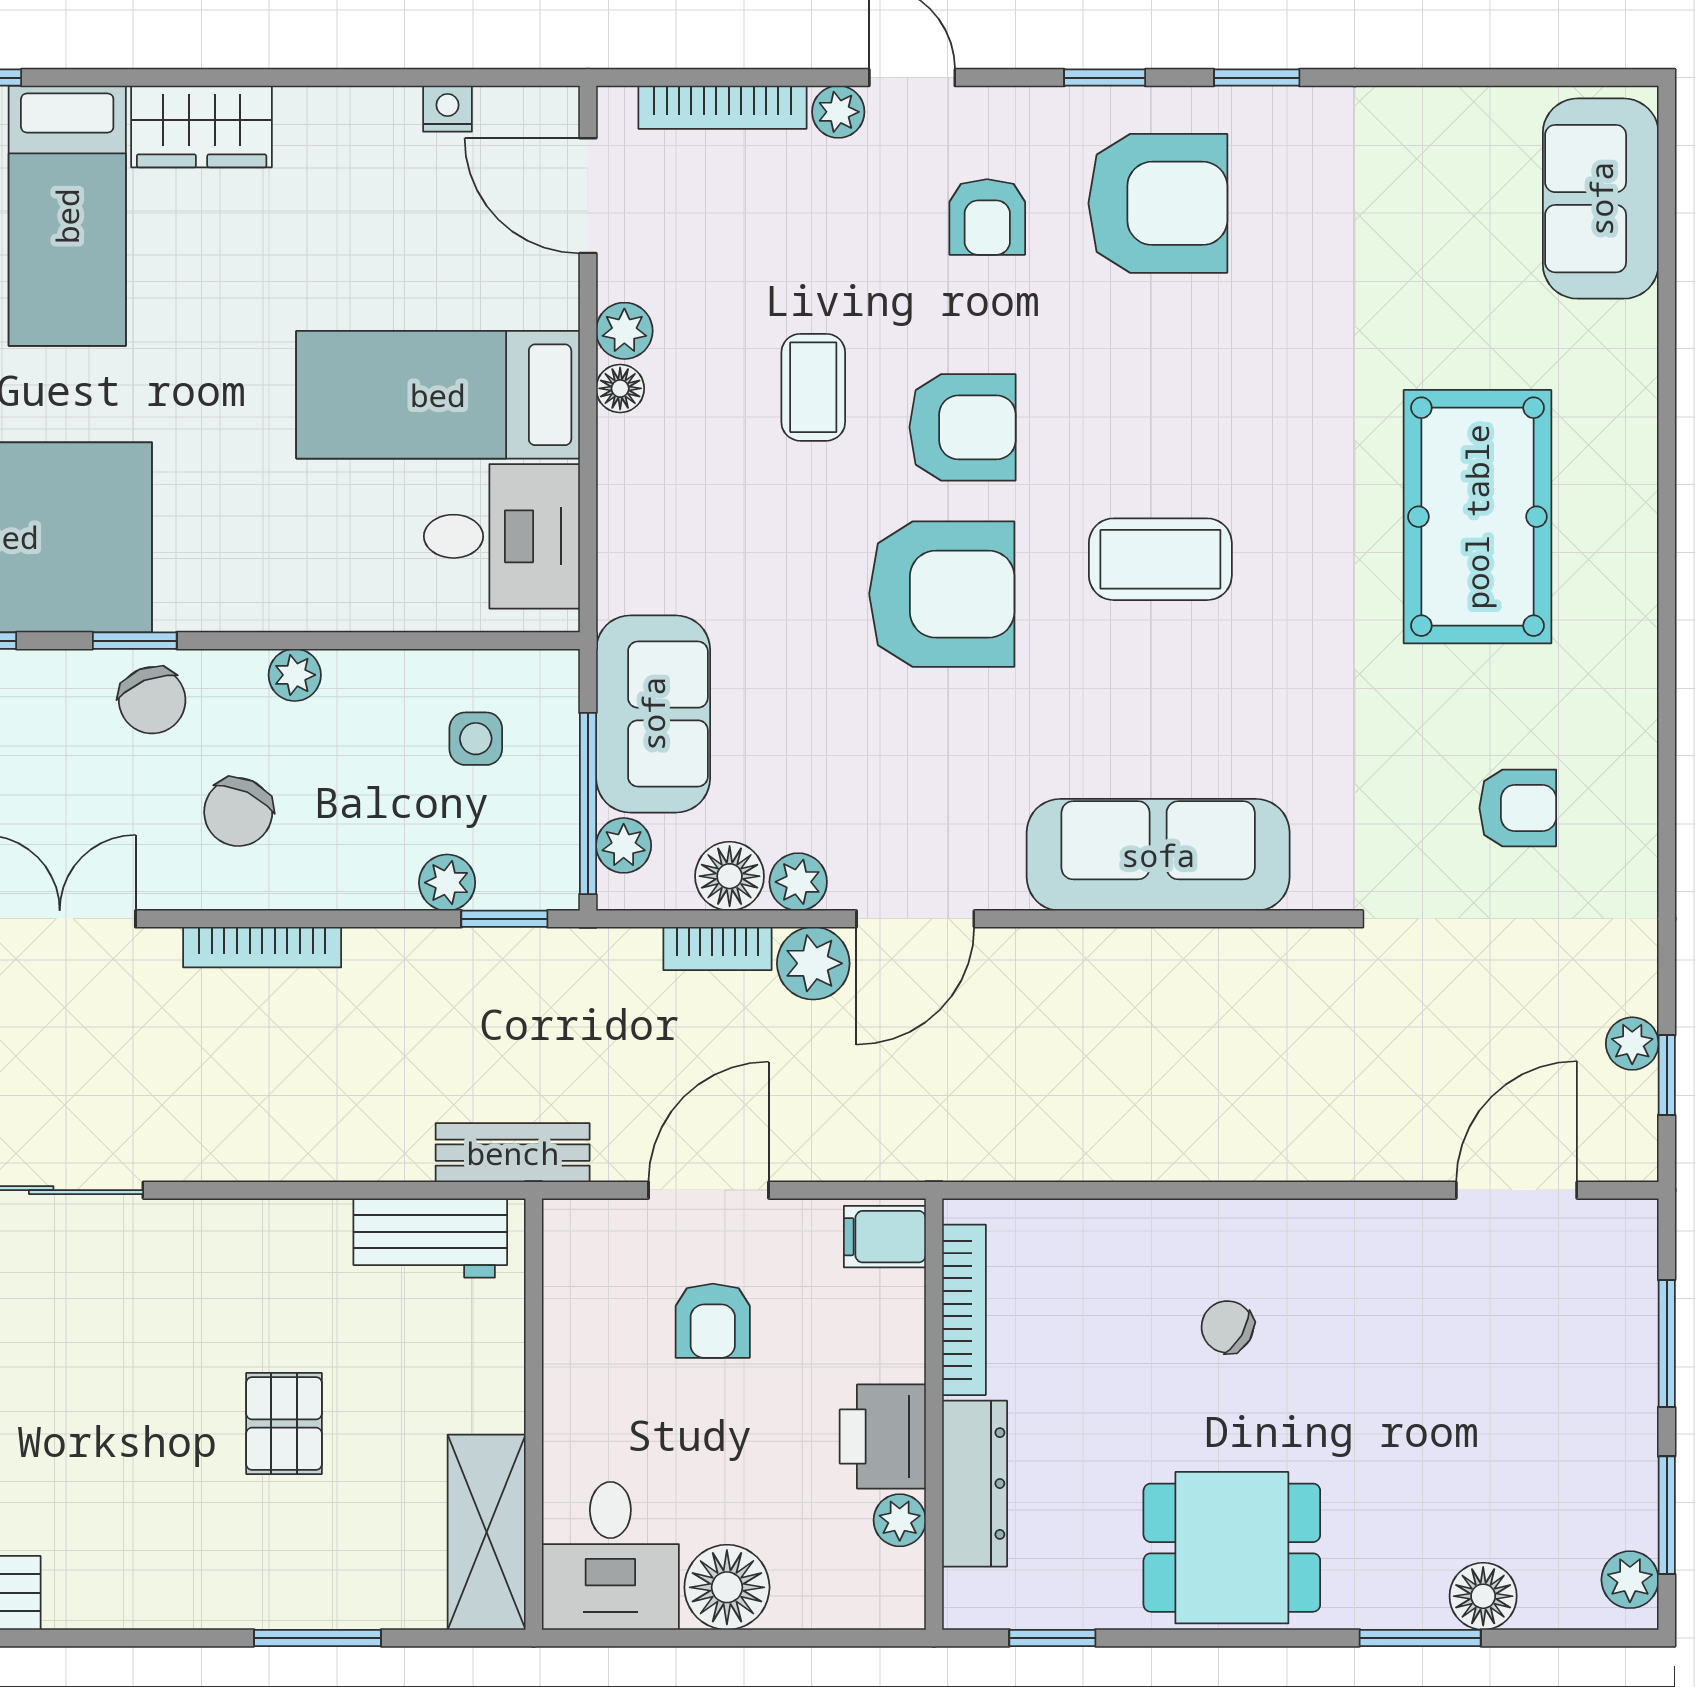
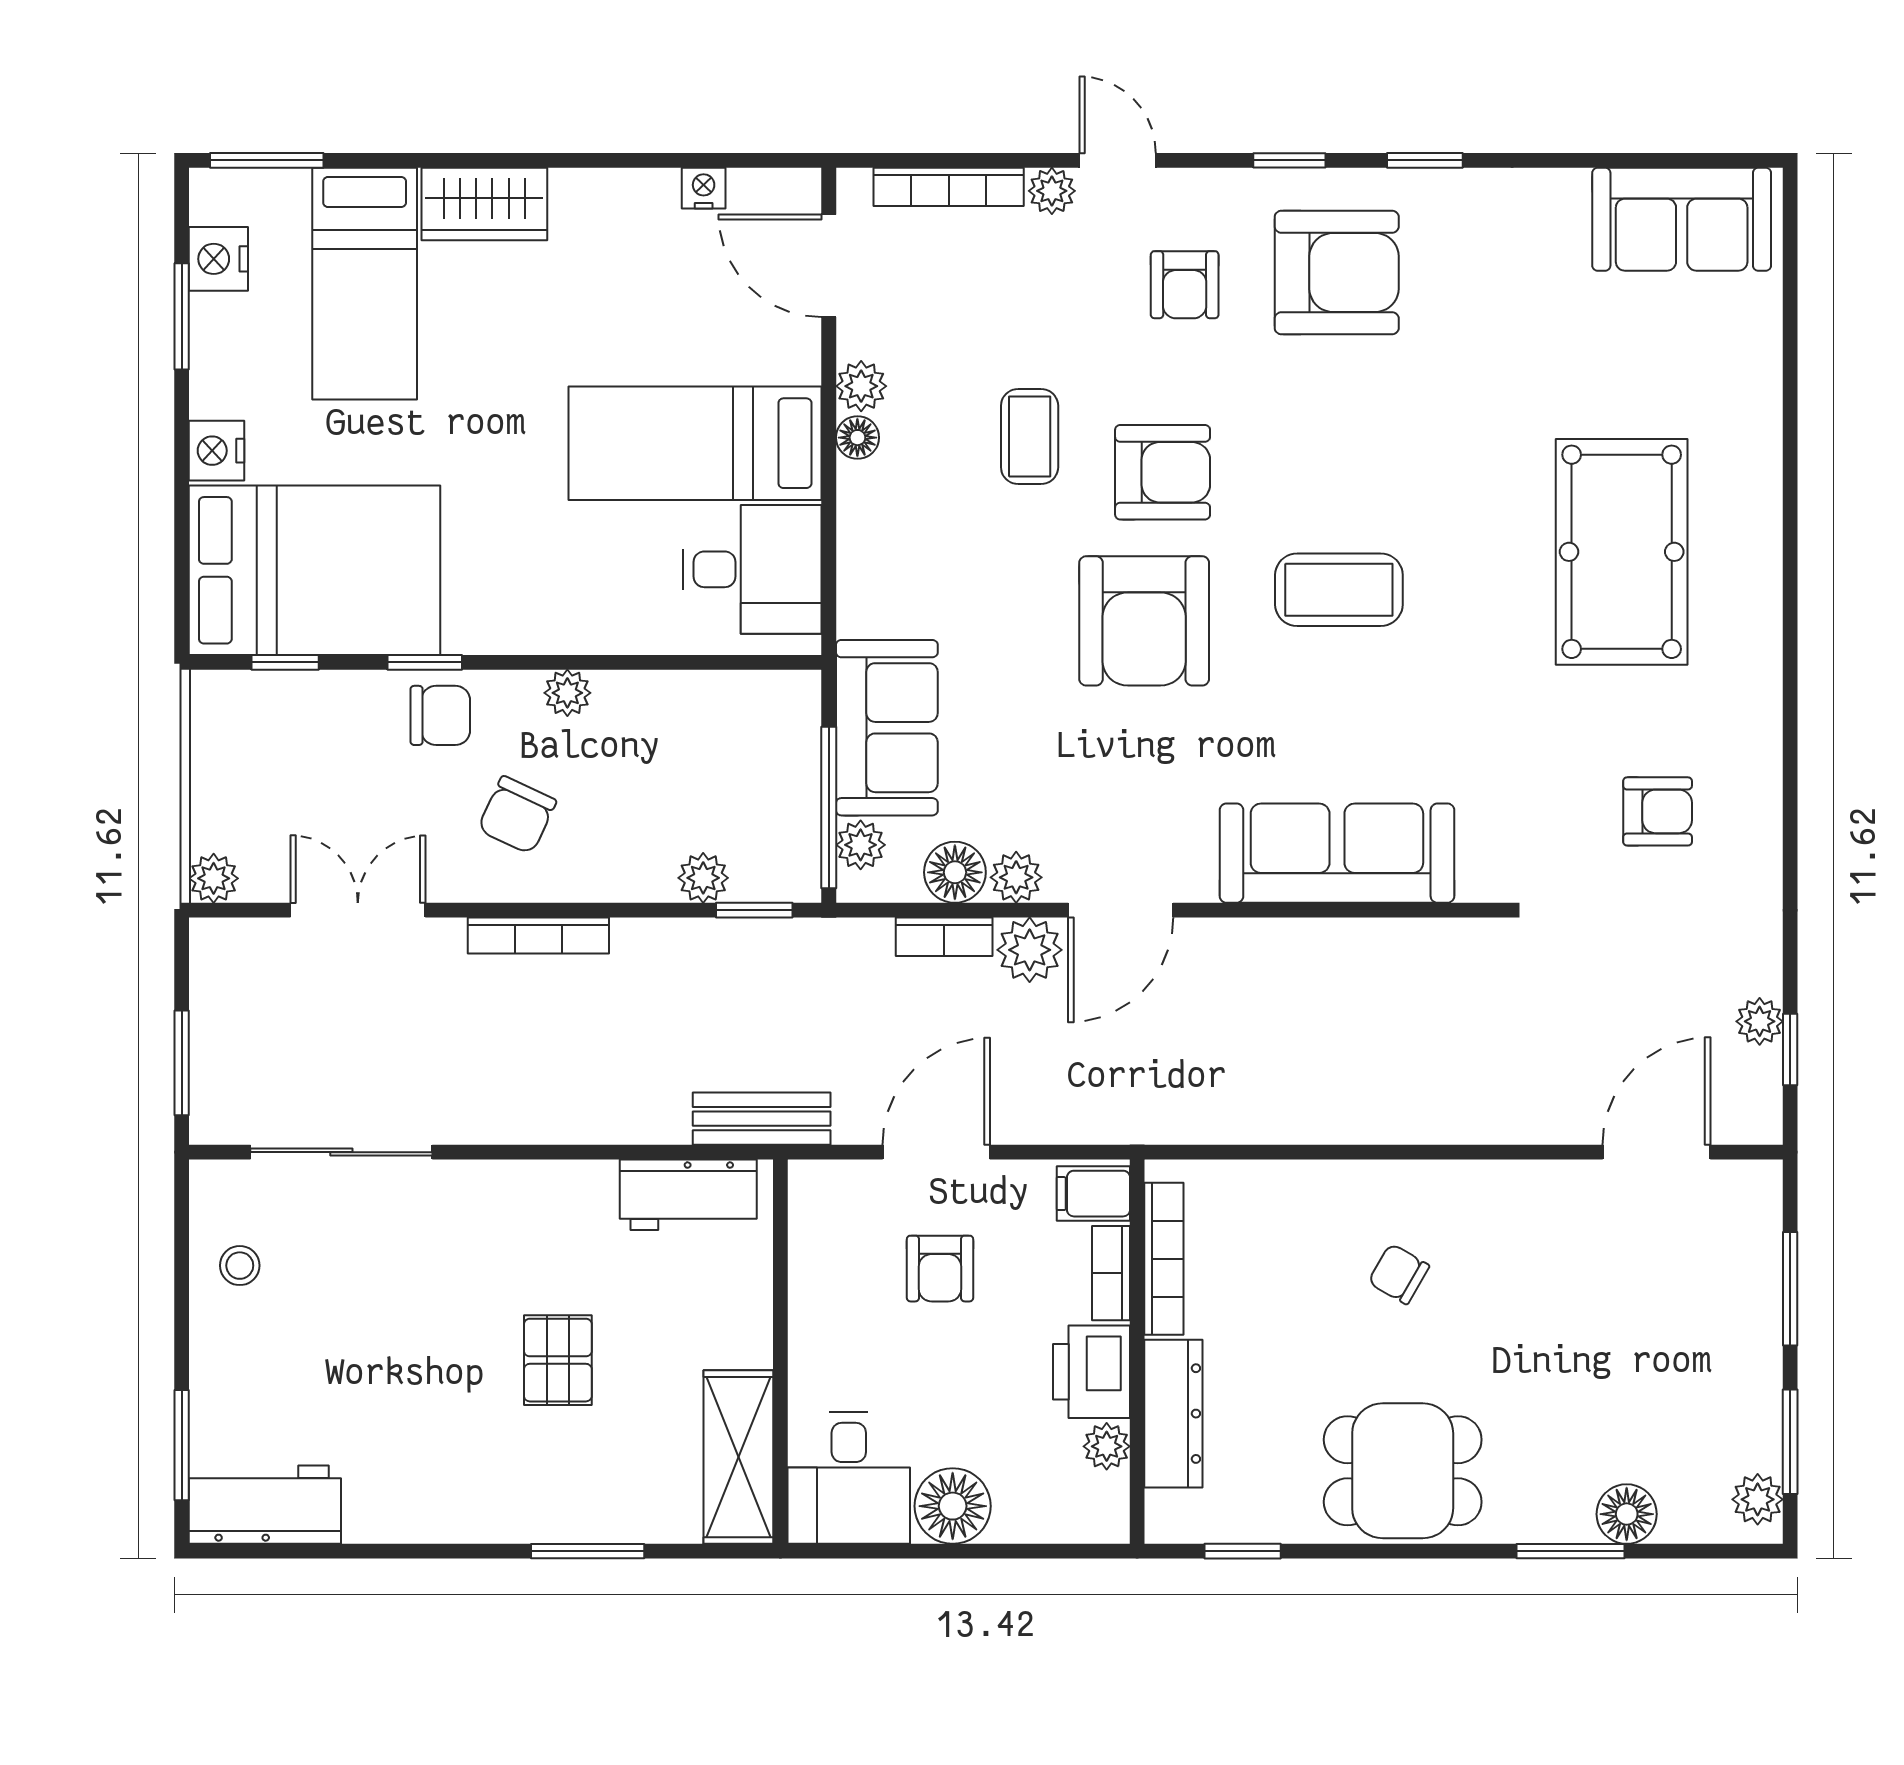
sofa: (1601, 199) -> (1682, 219), moved, turned -90
armchair: (942, 594) -> (1144, 621), turned 90
chair: (152, 700) -> (440, 715), turned -68
side table: (476, 739) -> (729, 750), removed
bookcase: (905, 1326) -> (1111, 1273), added

